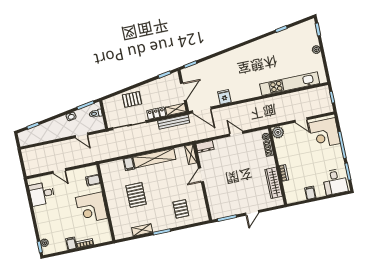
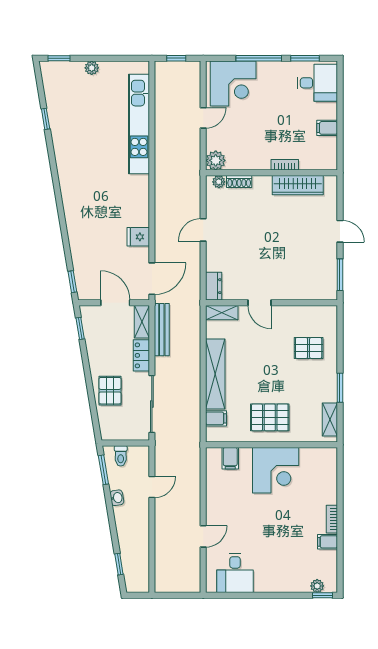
filing cabinet: (93, 180) -> (230, 458), moved
wall: (106, 202) -> (272, 445), moved
corner desk: (91, 208) -> (276, 470), moved

